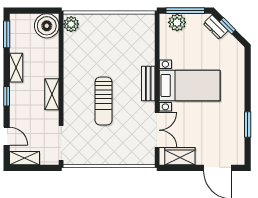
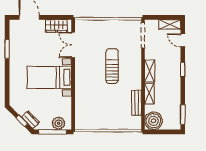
plant: (71, 24) -> (136, 122), removed
shelving: (16, 68) -> (149, 94), moved
bench: (148, 84) -> (136, 103), moved

